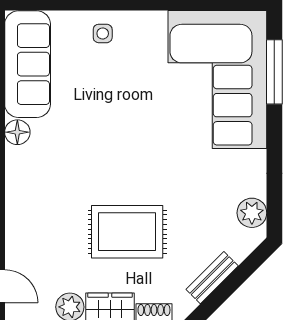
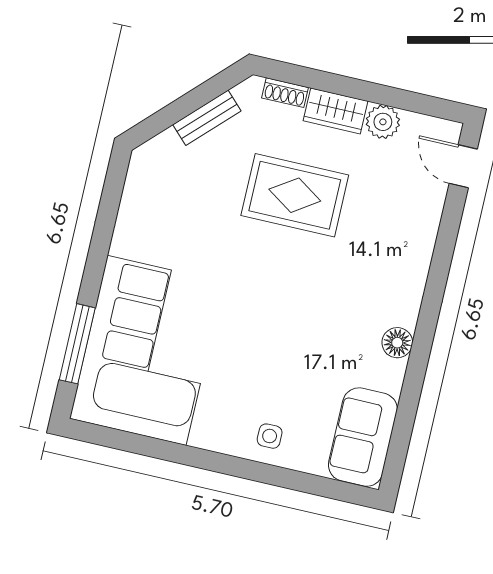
sofa: (28, 64) -> (363, 437), width x0.73
plant: (252, 213) -> (142, 183), removed

